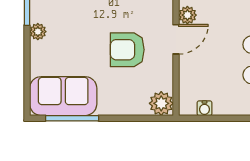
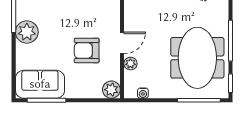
plant: (187, 15) -> (130, 64), moved
plant: (38, 32) -> (27, 32), width x1.88, depth x1.88

